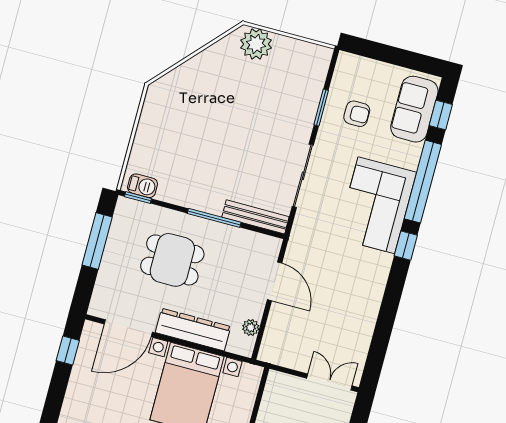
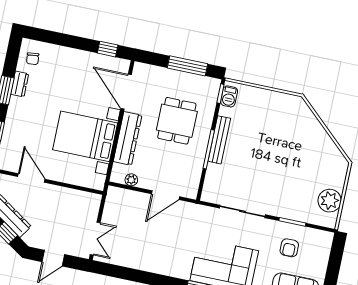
plant: (256, 44) -> (330, 201), moved
bench: (255, 217) -> (219, 140), moved

